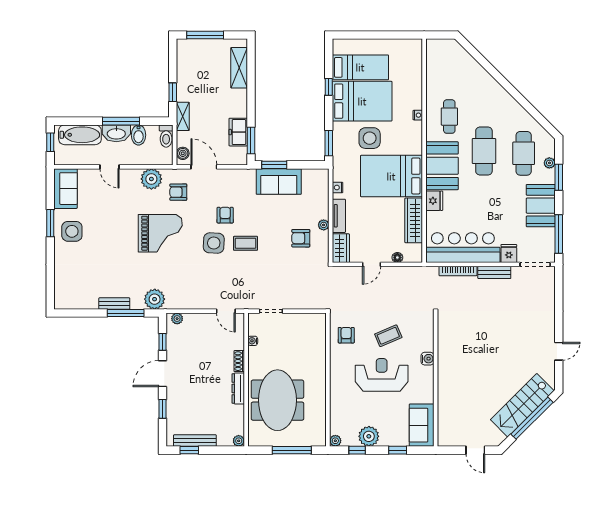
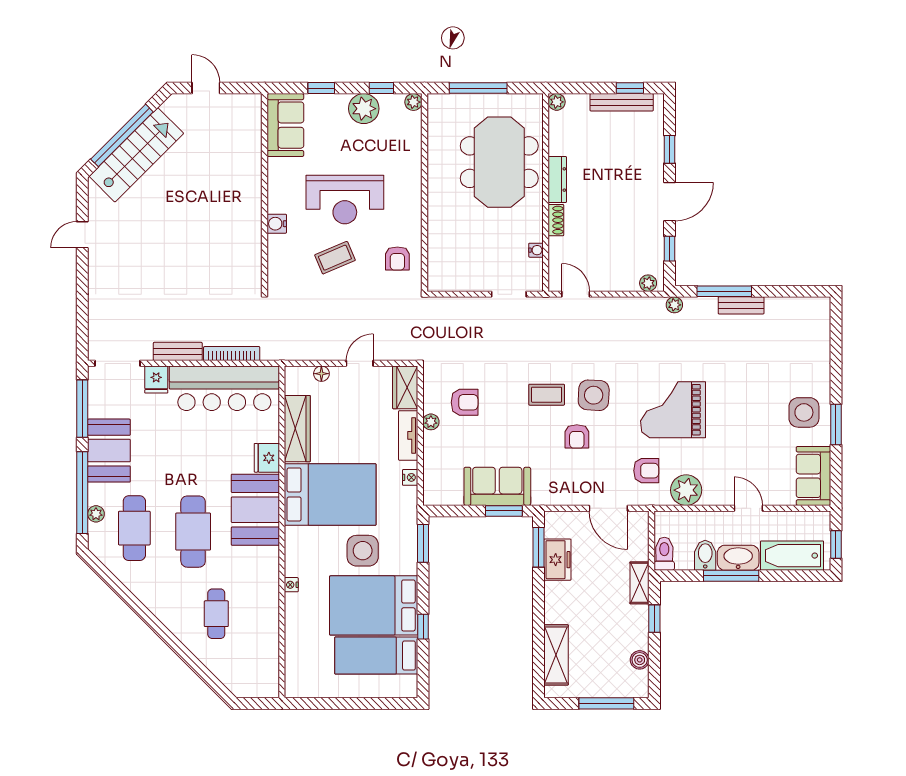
cafe table: (449, 117) -> (216, 614), moved
boiler: (183, 153) -> (640, 660), moved
window: (559, 177) -> (82, 493), width x2.11
plant: (155, 299) -> (674, 305), width x0.53, depth x0.53

